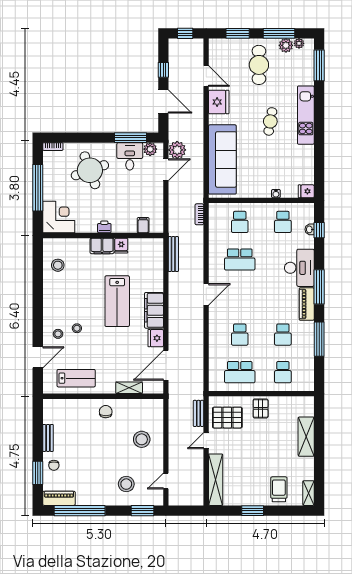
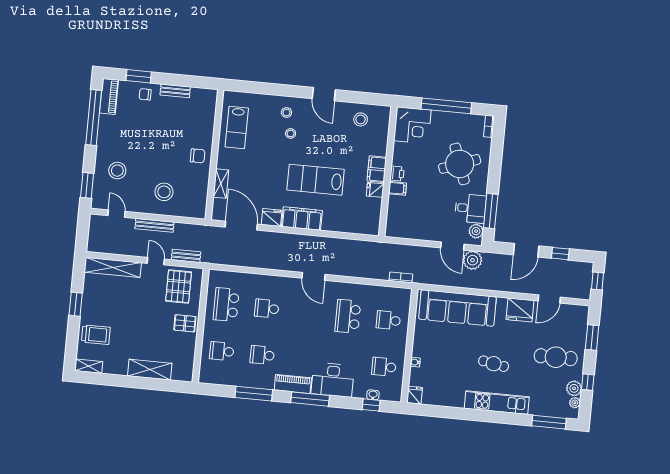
window: (279, 33) -> (588, 382), width x0.46
filing cabinet: (143, 225) -> (397, 188), moved
bench: (173, 254) -> (154, 225), moved
door: (38, 357) -> (324, 94), moved

